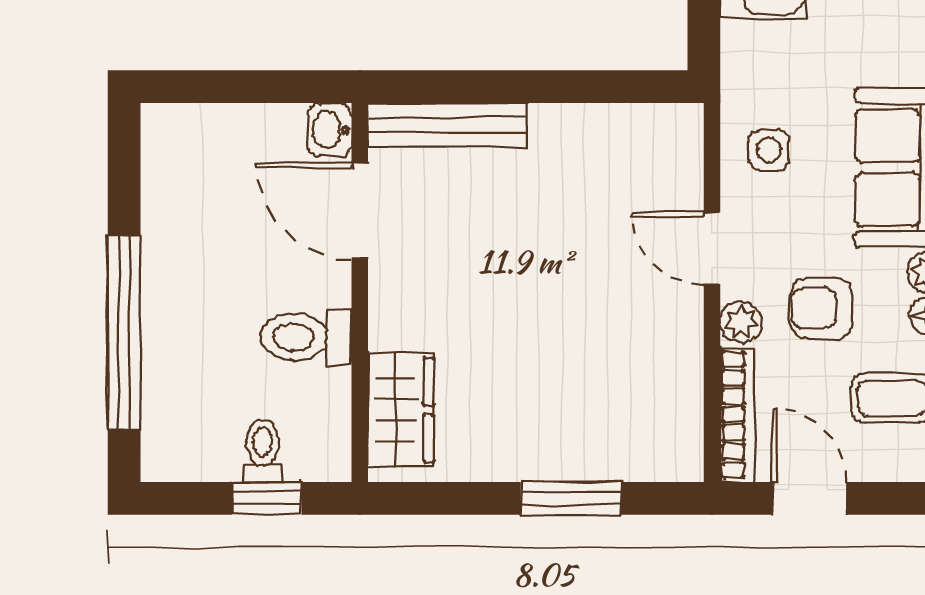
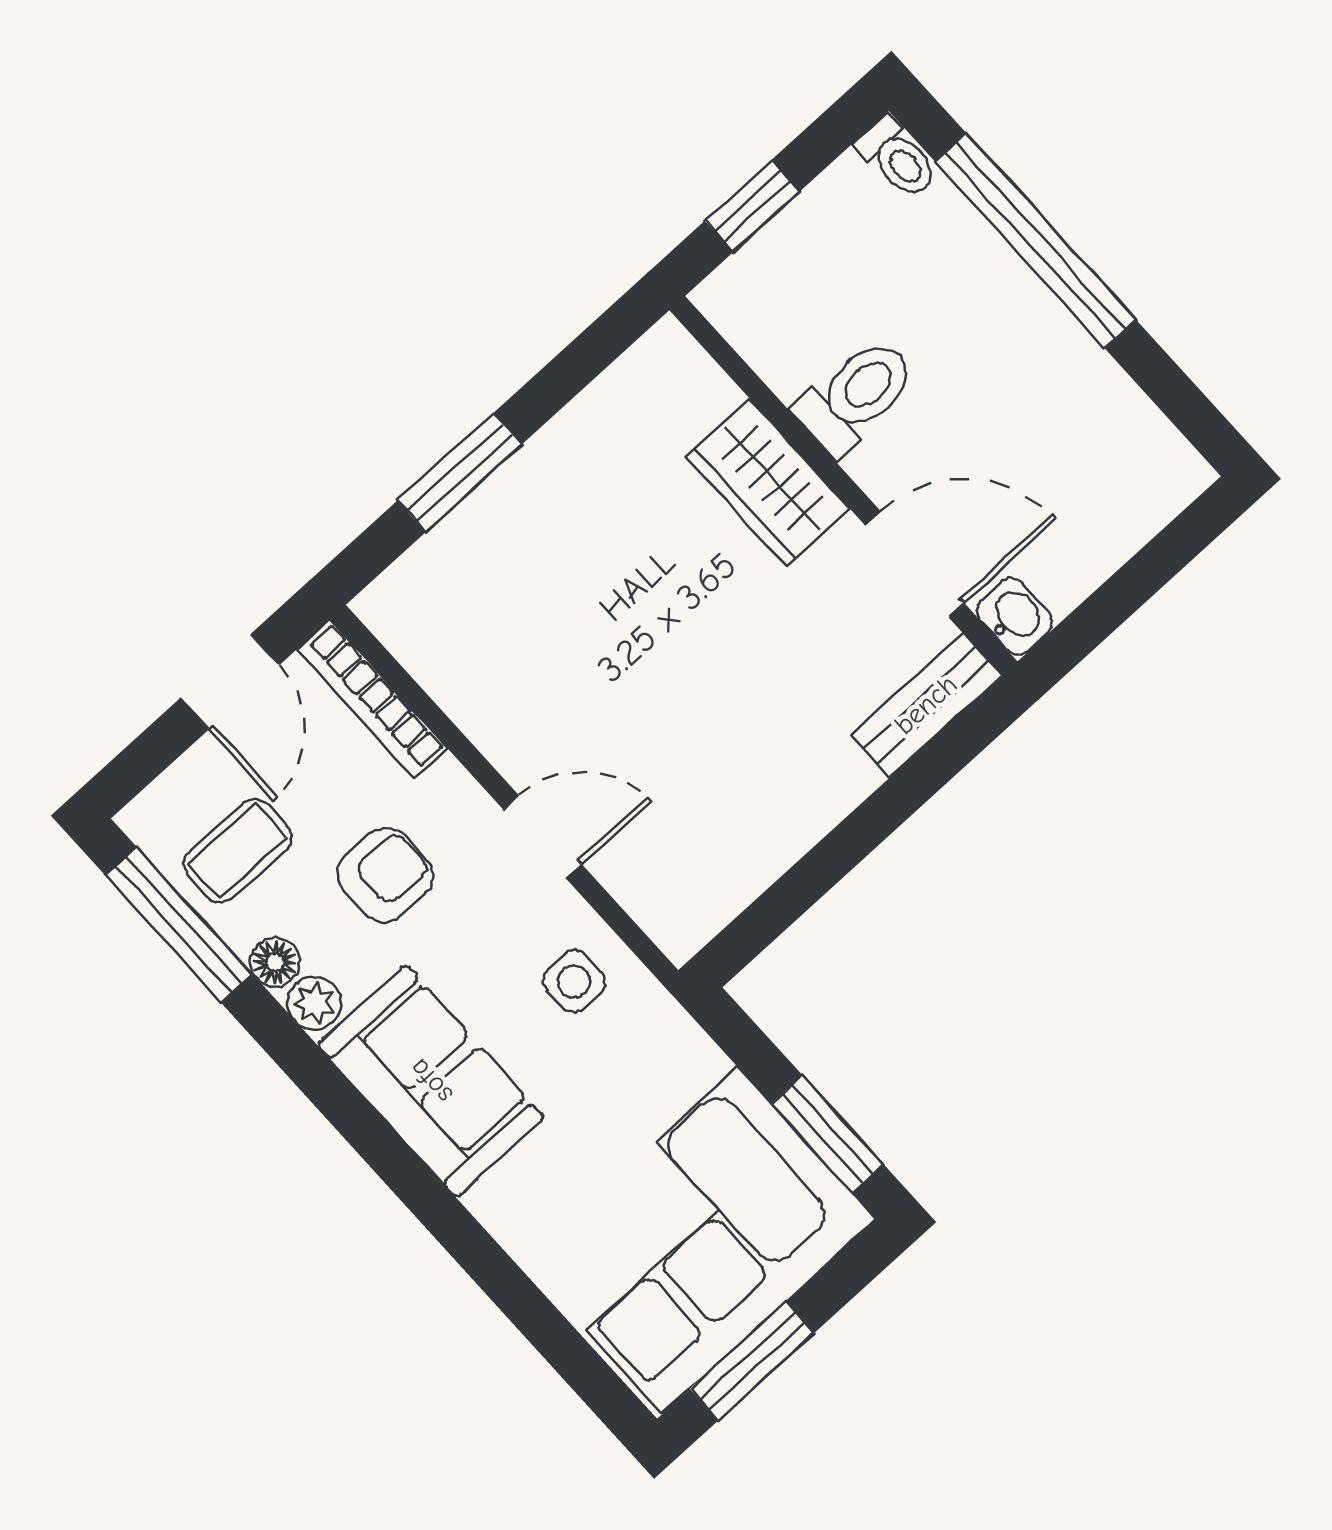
bench: (447, 125) -> (926, 705), width x0.73
plant: (741, 322) -> (450, 792), removed
wardrobe: (401, 410) -> (768, 483), moved
toilet: (263, 451) -> (897, 158), moved
door: (809, 498) -> (230, 682), hinge flipped

